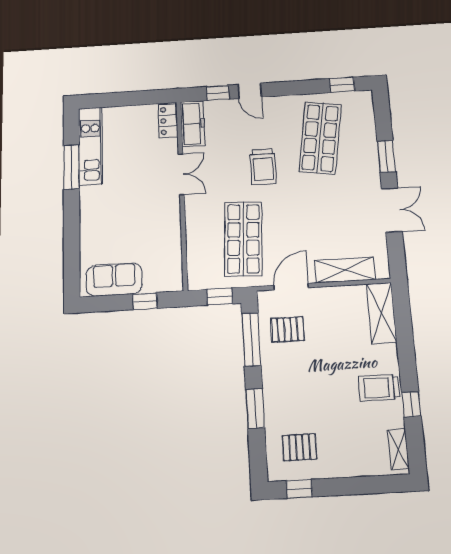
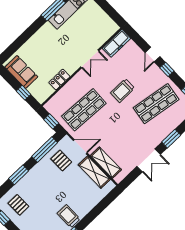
window: (218, 93) -> (167, 69), moved
locker: (168, 121) -> (59, 80), moved
shelving: (382, 313) -> (94, 172), moved, turned 90

